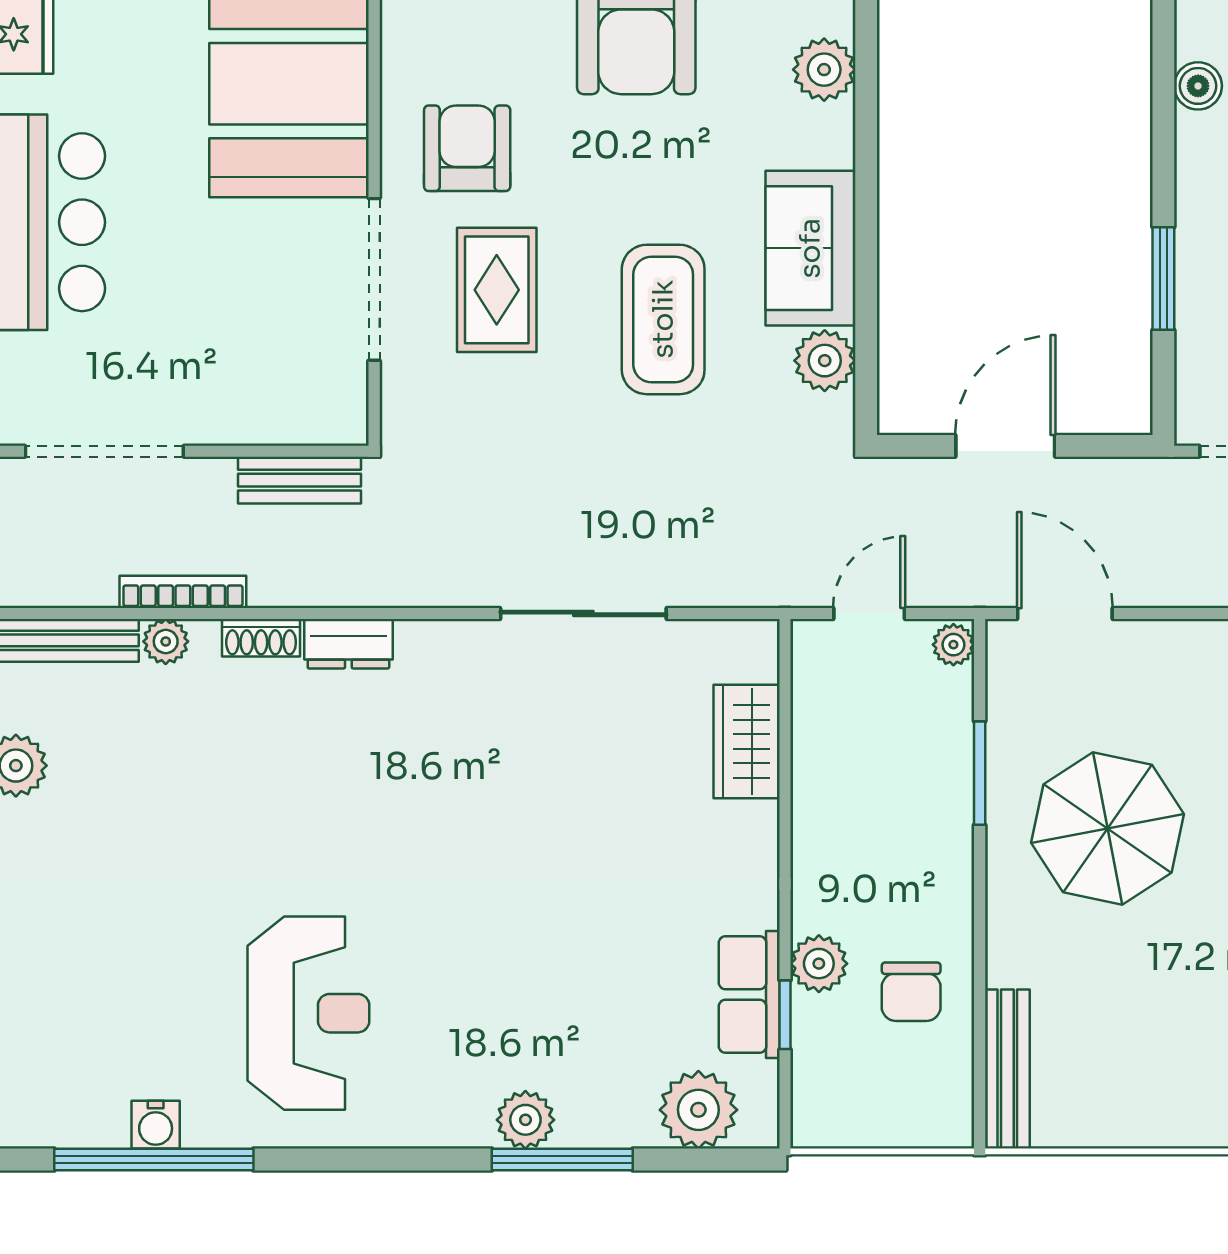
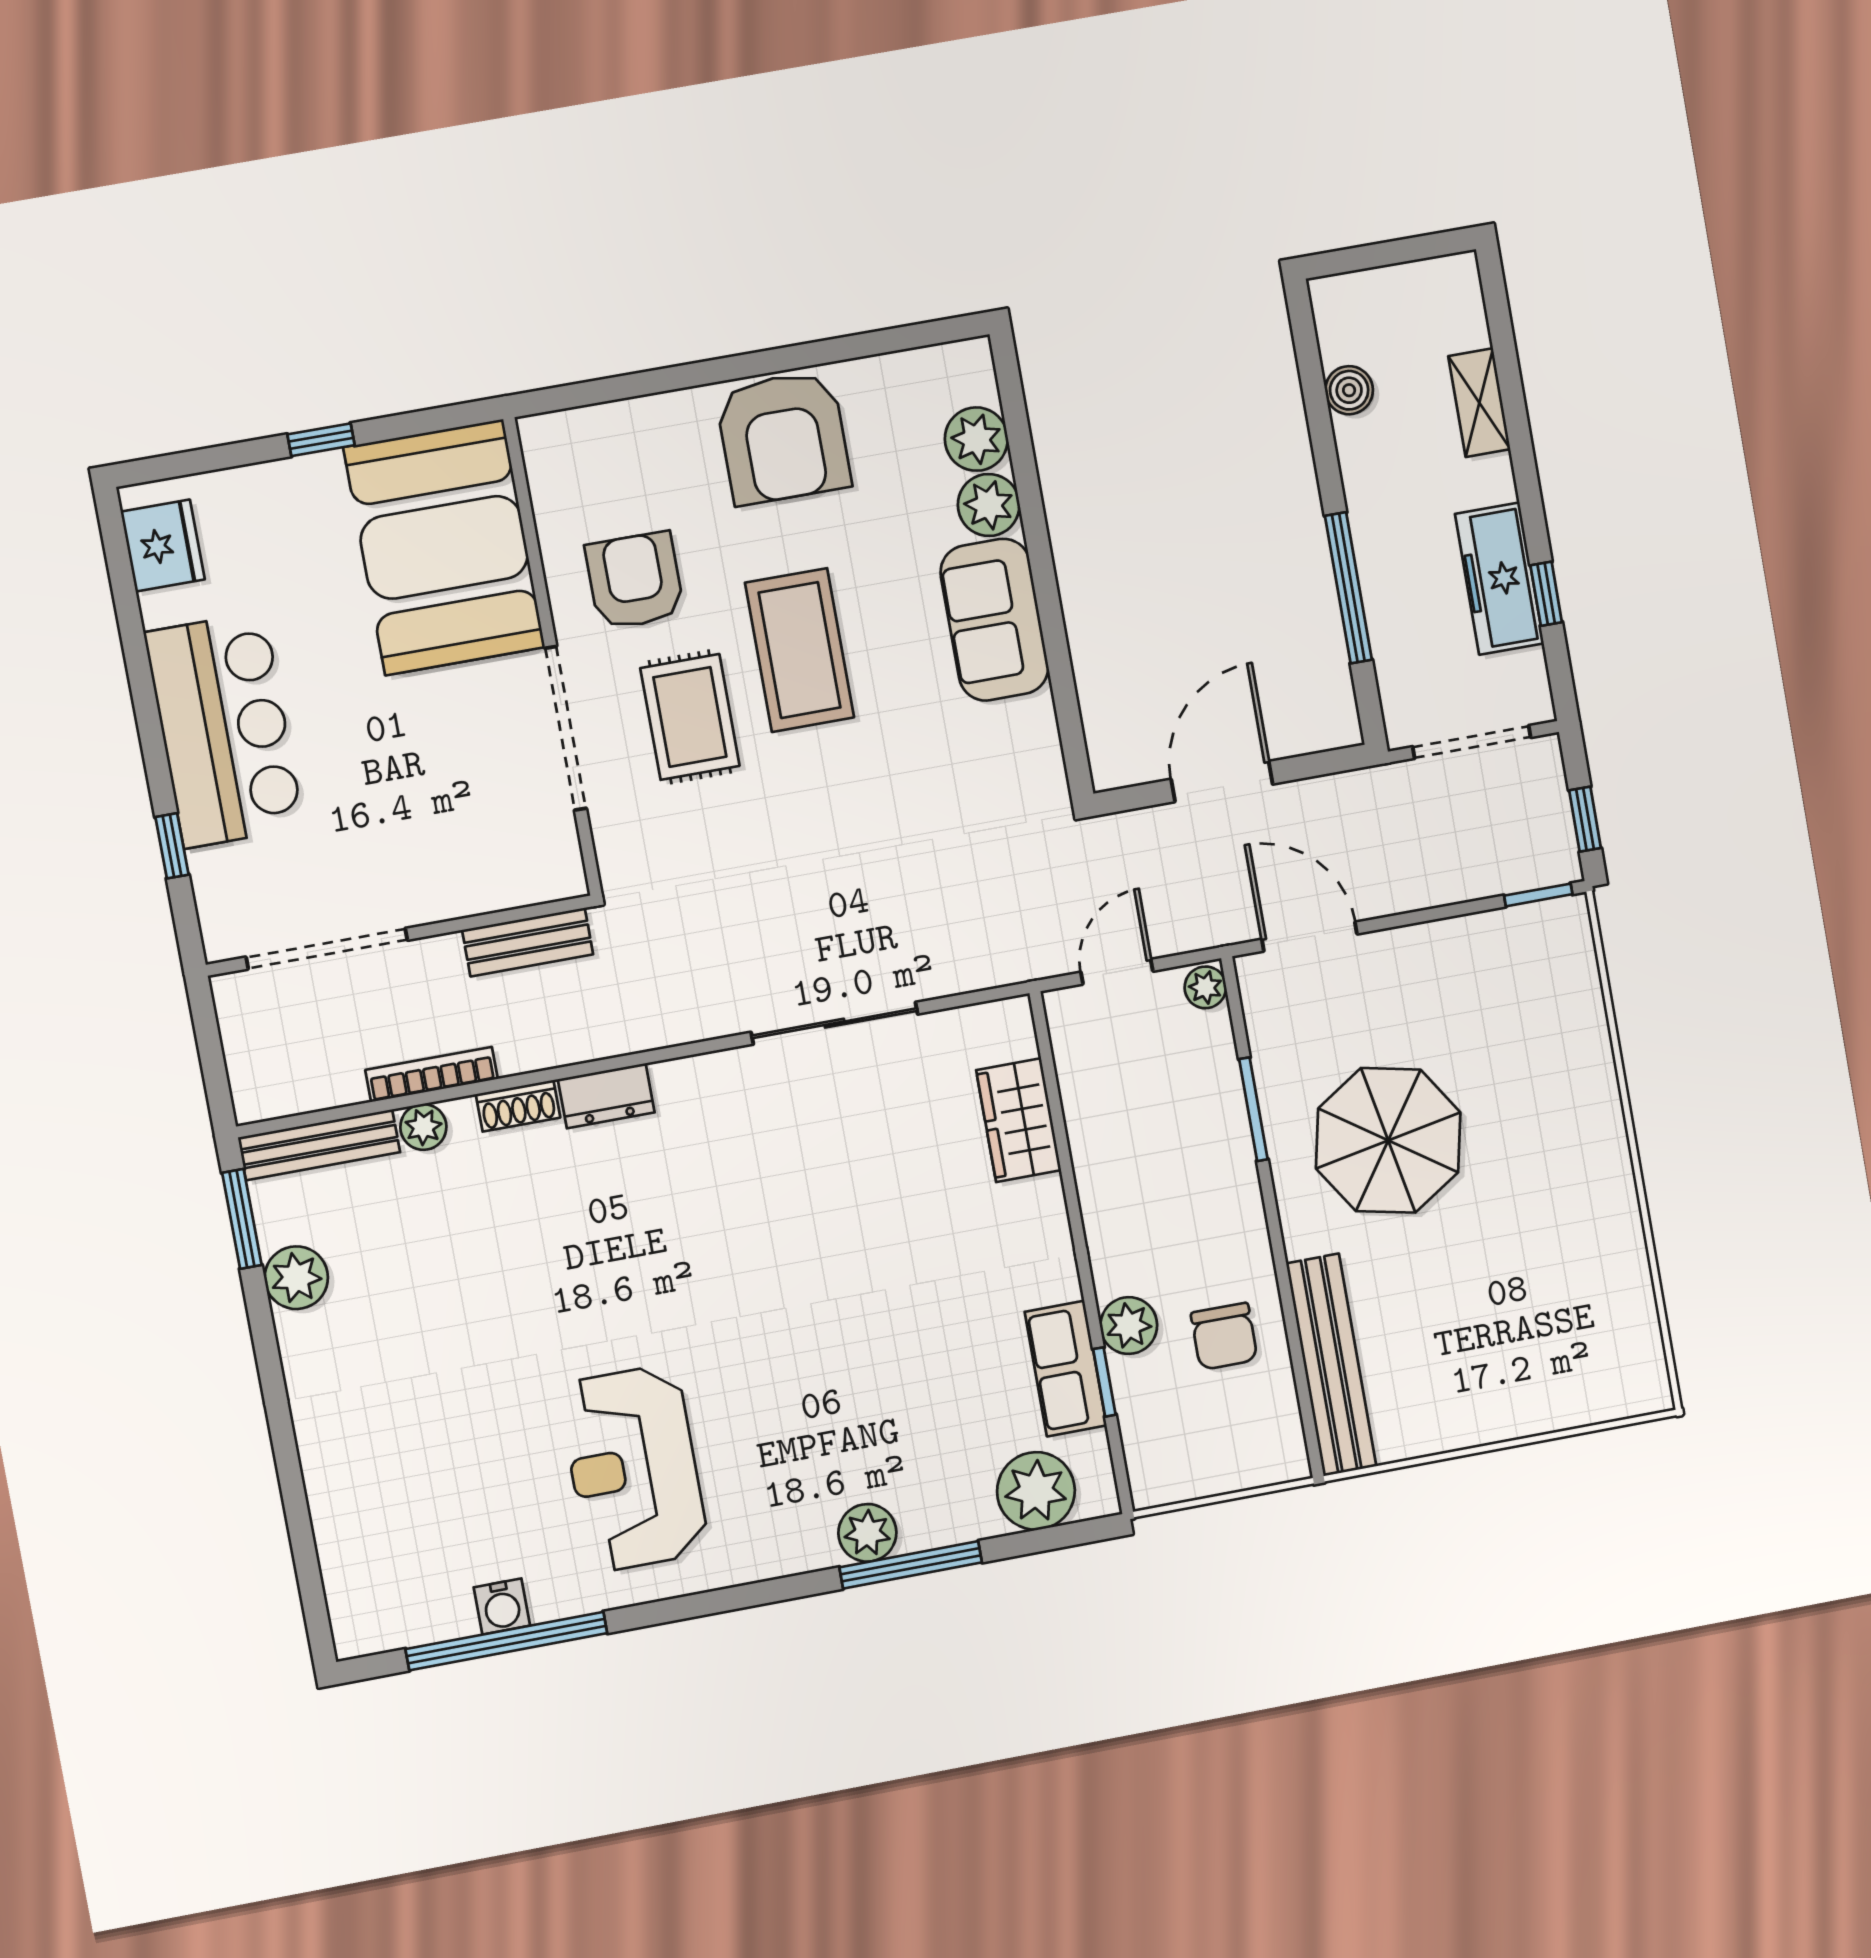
window: (1163, 279) -> (1348, 588), width x1.44
coffee table: (663, 319) -> (800, 650), moved
plant: (825, 361) -> (989, 505), moved
reception desk: (308, 1013) -> (633, 1468), turned 180
bench: (1007, 1069) -> (1331, 1365), width x1.37, depth x1.21

